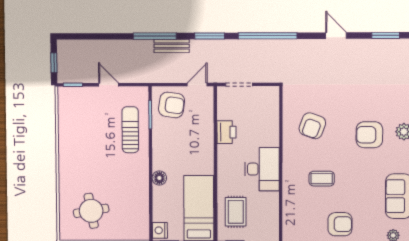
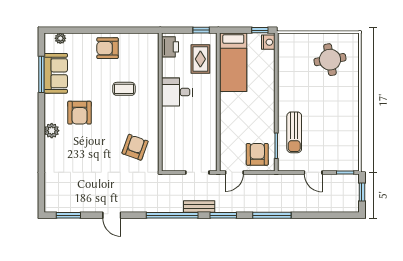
bench: (172, 46) -> (199, 207), moved
armchair: (172, 105) -> (257, 154), turned 82
armchair: (312, 126) -> (135, 147), moved
printer: (226, 132) -> (170, 47), moved, turned 180
armchair: (369, 135) -> (79, 113), moved, turned 90
desk: (262, 169) -> (177, 92), width x0.73
floor lamp: (159, 178) -> (269, 89), removed

